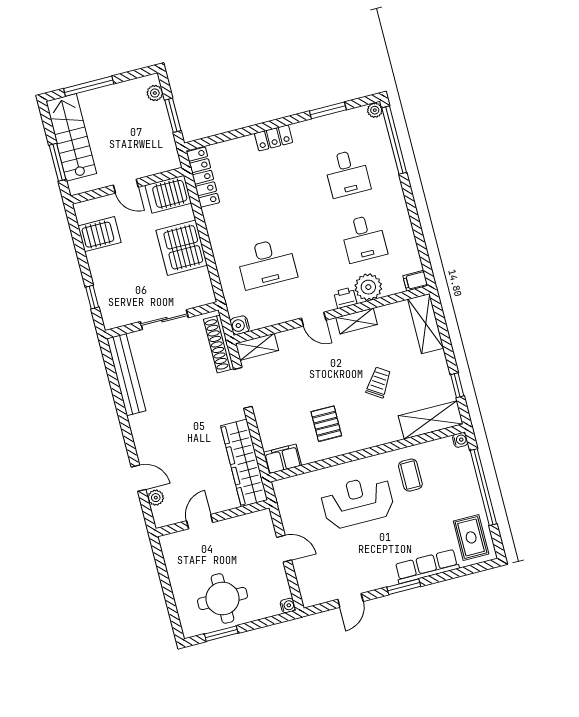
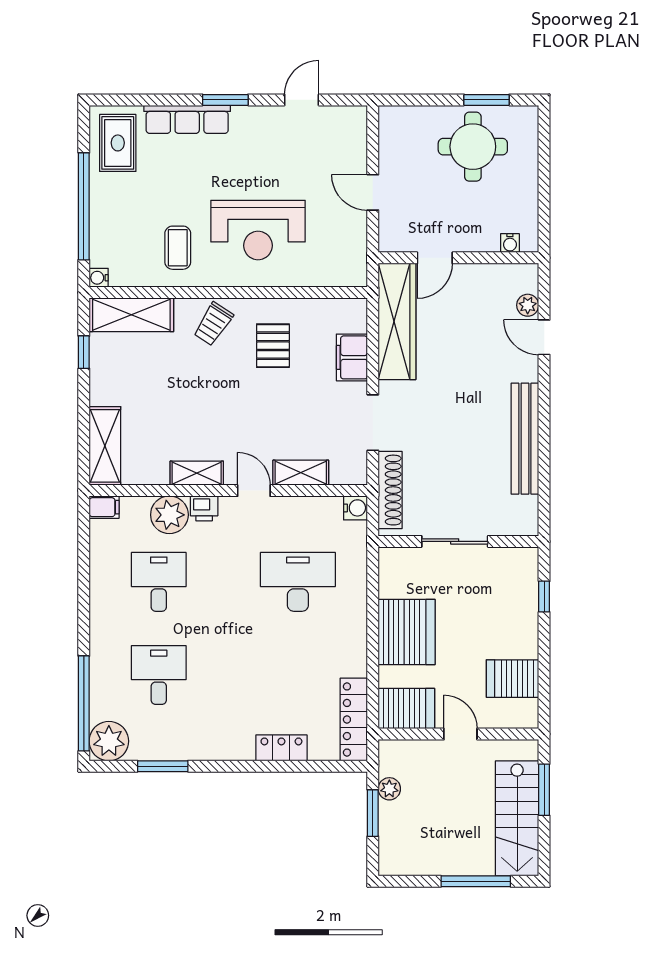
plant: (155, 93) -> (389, 789), moved
plant: (375, 110) -> (109, 741), width x1.88, depth x1.88
locker: (274, 138) -> (281, 748), moved
shelving: (257, 347) -> (301, 473), moved
bench: (126, 375) -> (525, 439), moved
trolley: (379, 382) -> (213, 324), moved
filing cabinet: (282, 459) -> (352, 357), moved, turned 90
door: (200, 522) -> (435, 258), moved
water cooler: (288, 606) -> (510, 243), moved, turned -90

